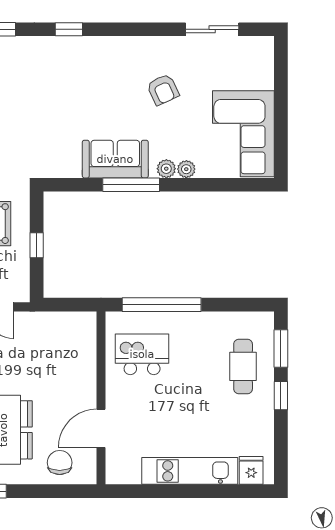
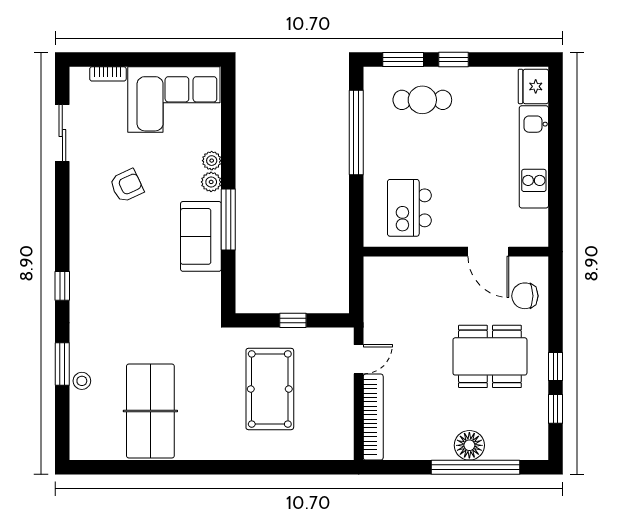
bookcase: (267, 72) -> (108, 74), added
window: (162, 305) -> (356, 133), moved
fridge: (251, 470) -> (533, 86), width x1.38

